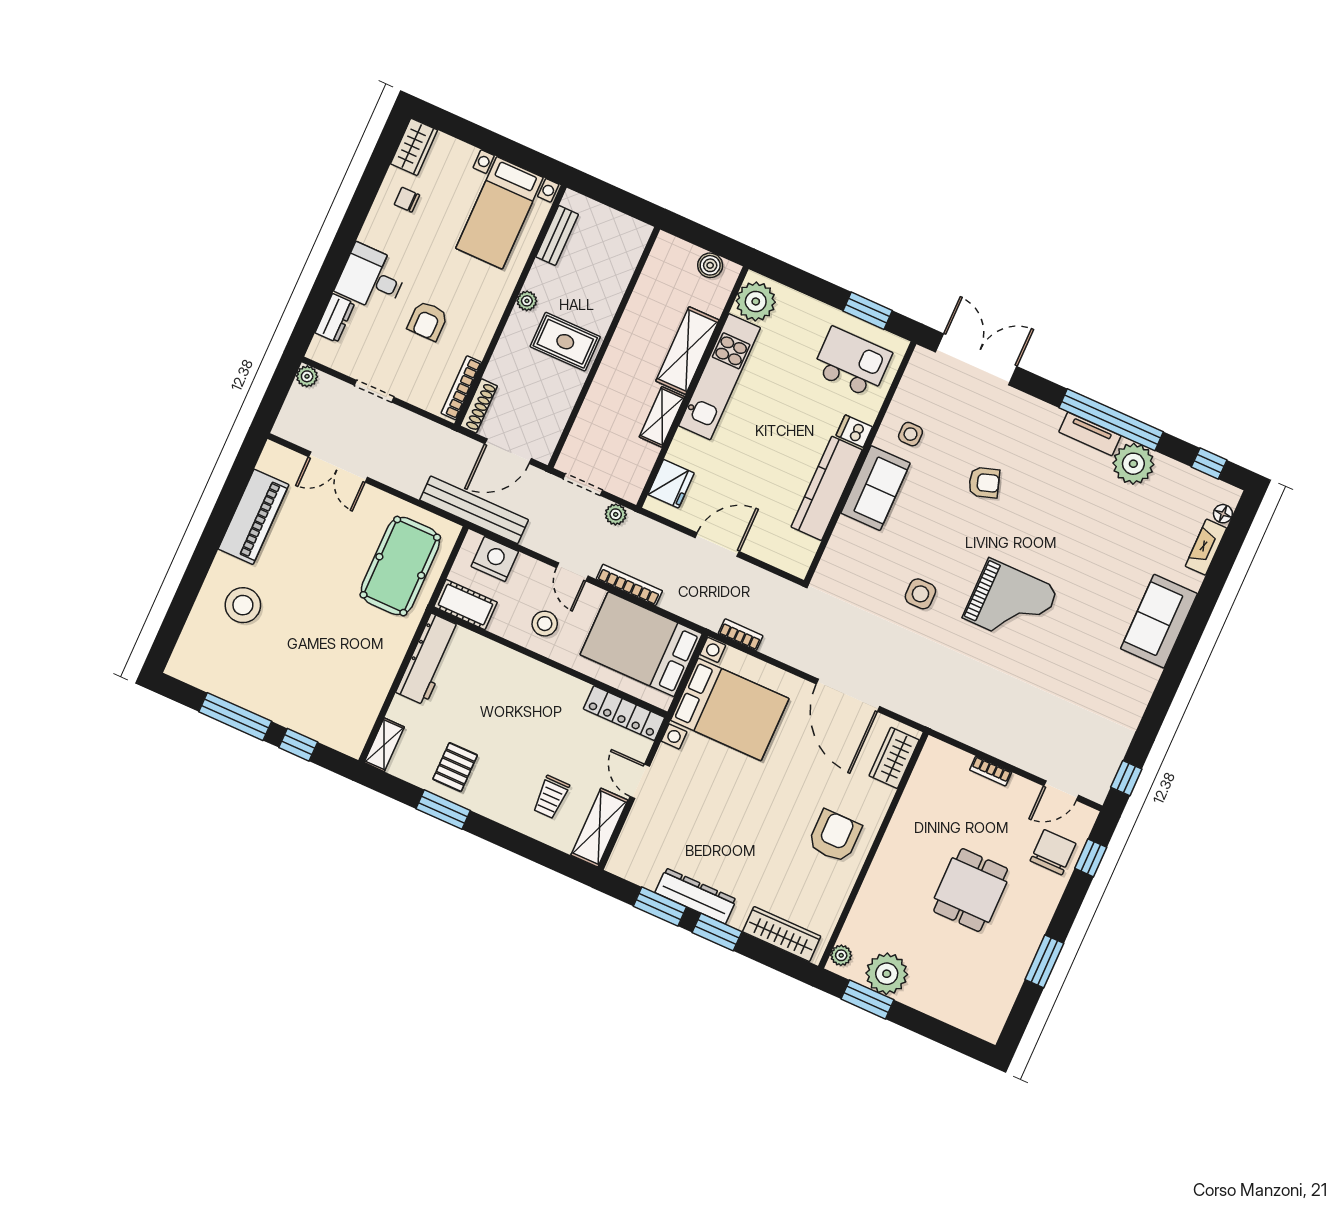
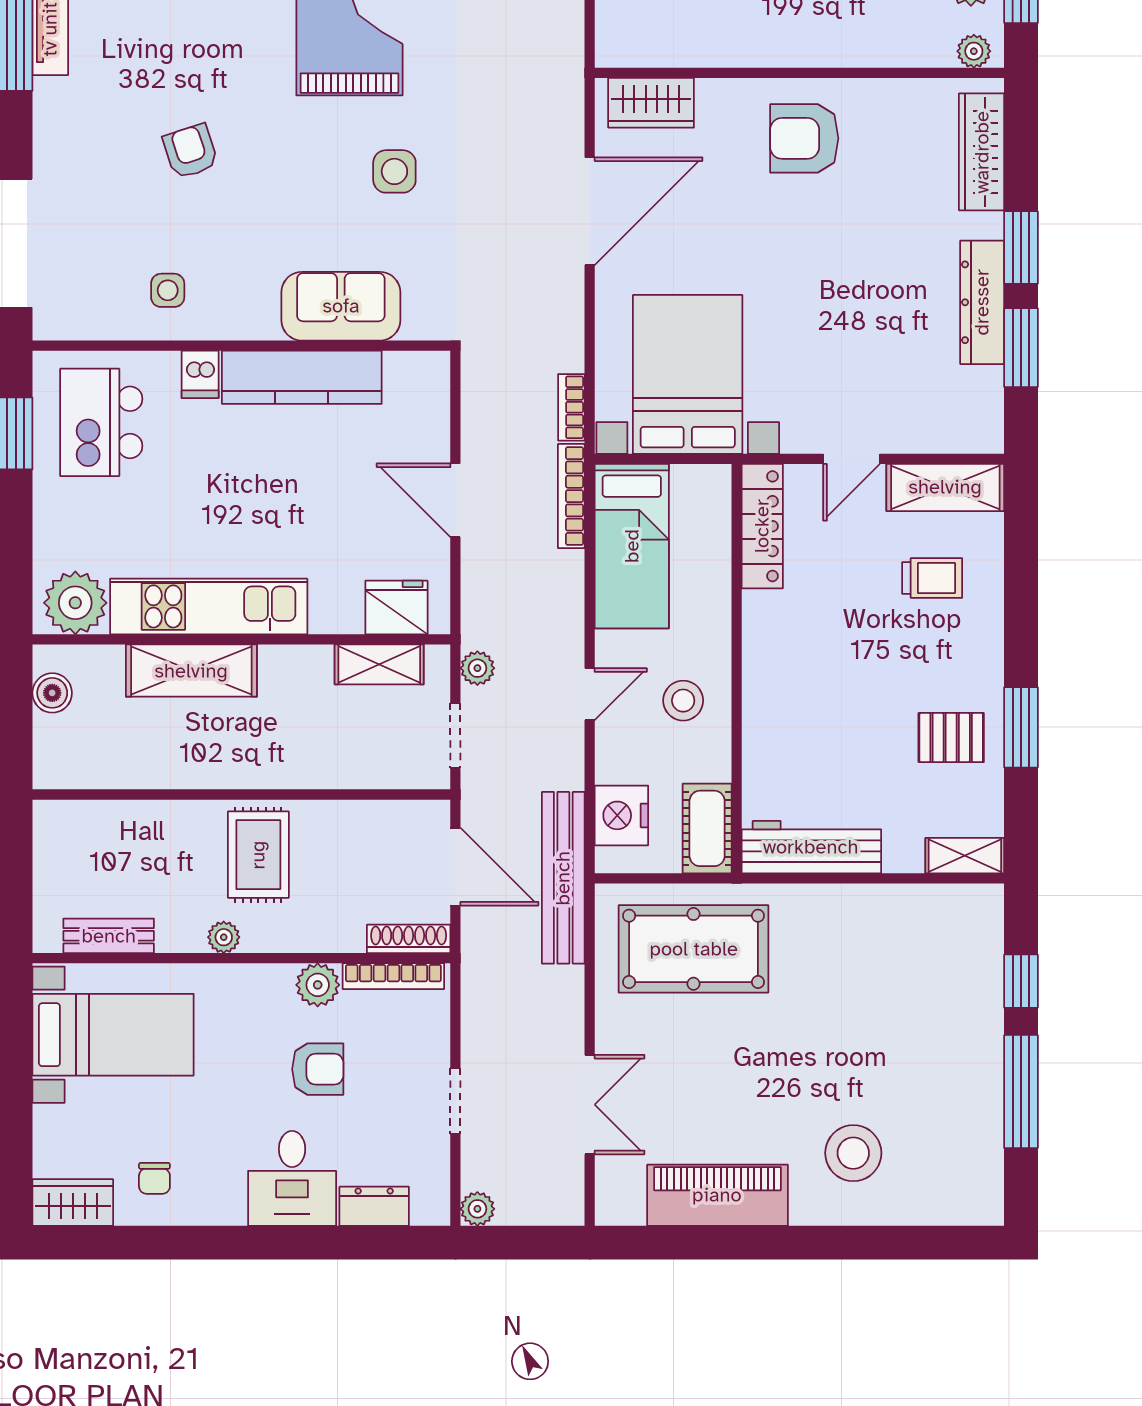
plant: (476, 342) -> (318, 985), added
shelving: (662, 417) -> (379, 664), moved
sofa: (875, 488) -> (341, 306), moved
bookcase: (629, 585) -> (571, 496), moved
bed: (641, 644) -> (632, 546), width x0.67

